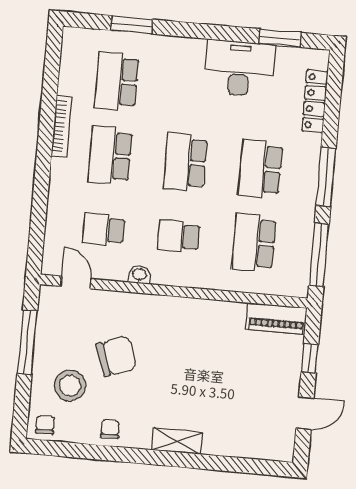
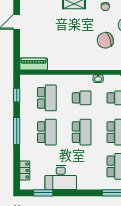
locker: (315, 101) -> (25, 171), width x0.66
window: (319, 255) -> (17, 95), width x0.46
window: (310, 358) -> (17, 47), removed

